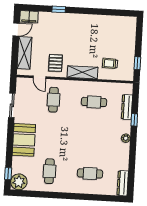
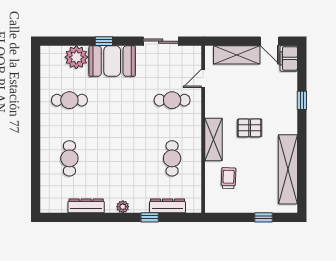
shelving: (106, 22) -> (288, 169), added
pallet: (56, 63) -> (250, 128), moved
window: (137, 63) -> (264, 217), moved
window: (8, 174) -> (104, 41), moved
plant: (19, 182) -> (76, 57), moved
dresser: (123, 183) -> (86, 206), moved

